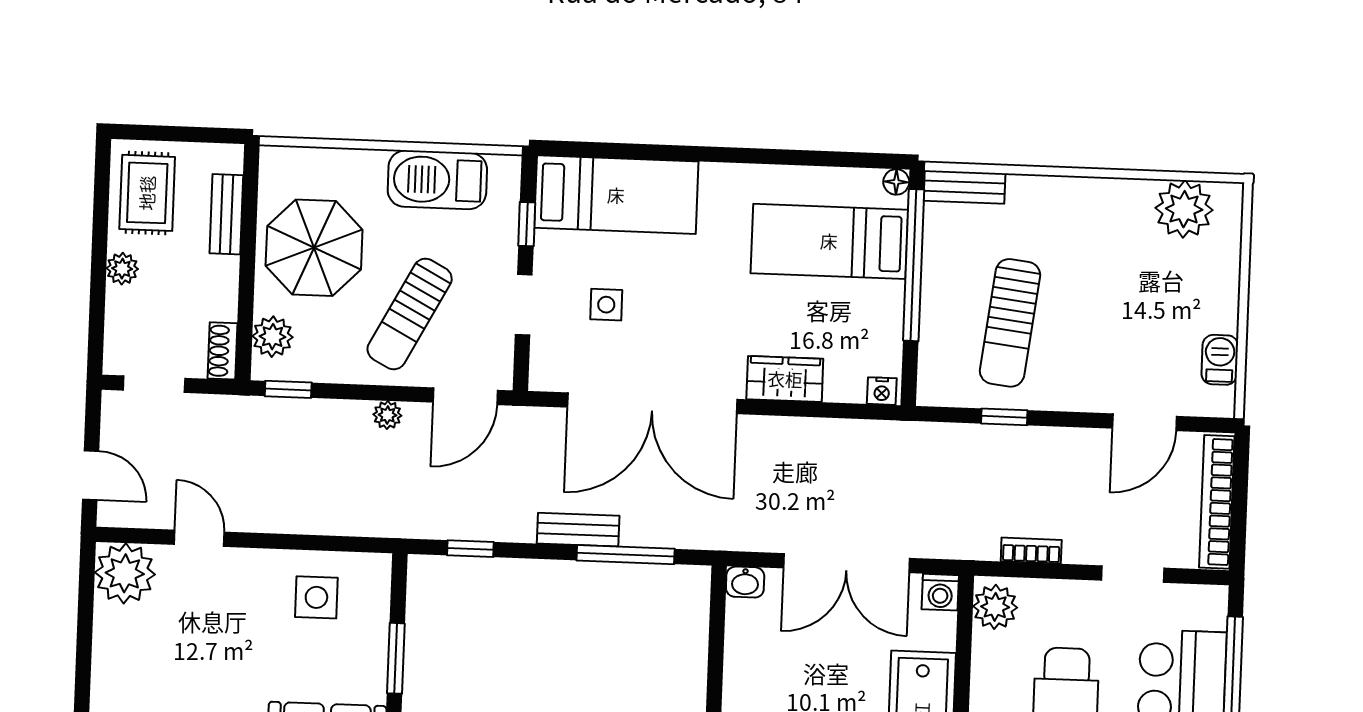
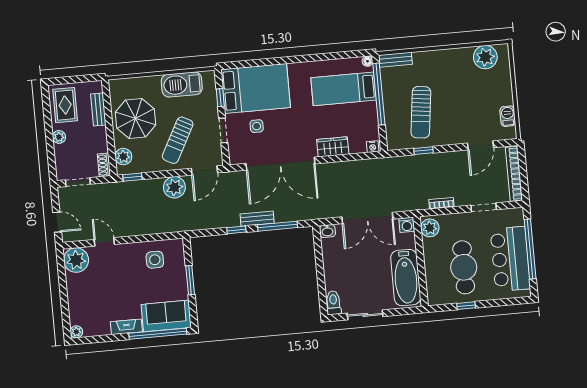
bed: (616, 195) -> (256, 88), width x1.50
plant: (387, 415) -> (174, 187), width x1.87, depth x1.87
window: (470, 549) -> (236, 230), moved

